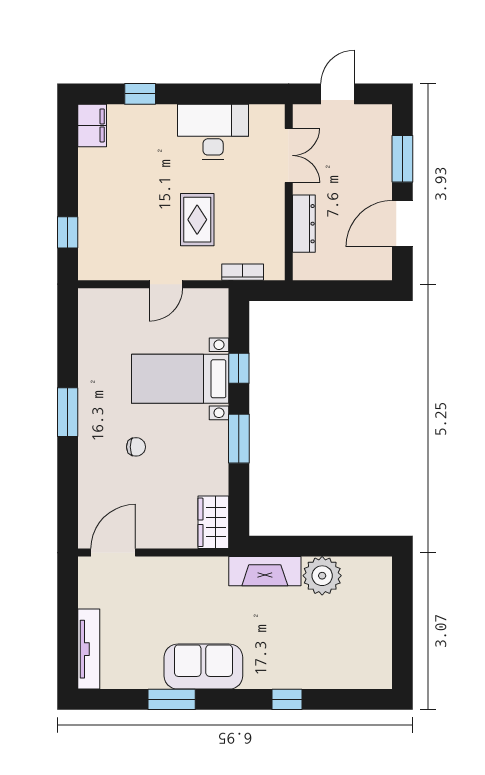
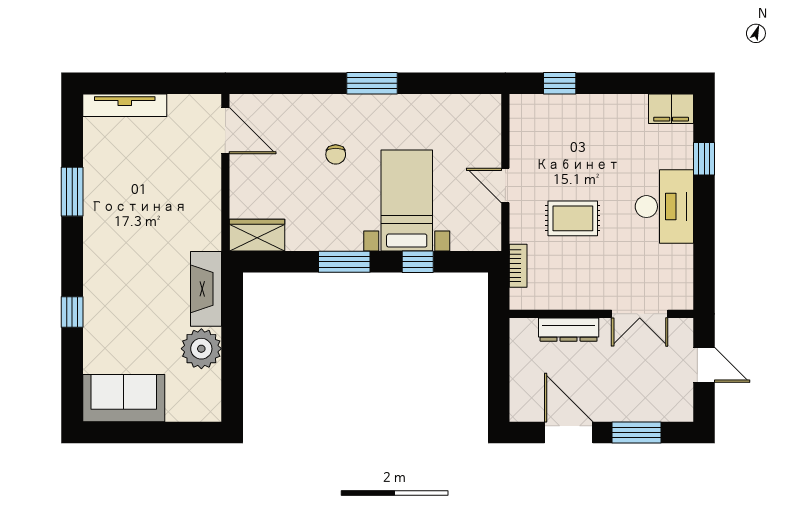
desk: (213, 132) -> (664, 207), moved
sofa: (203, 667) -> (124, 398), moved, turned -90

